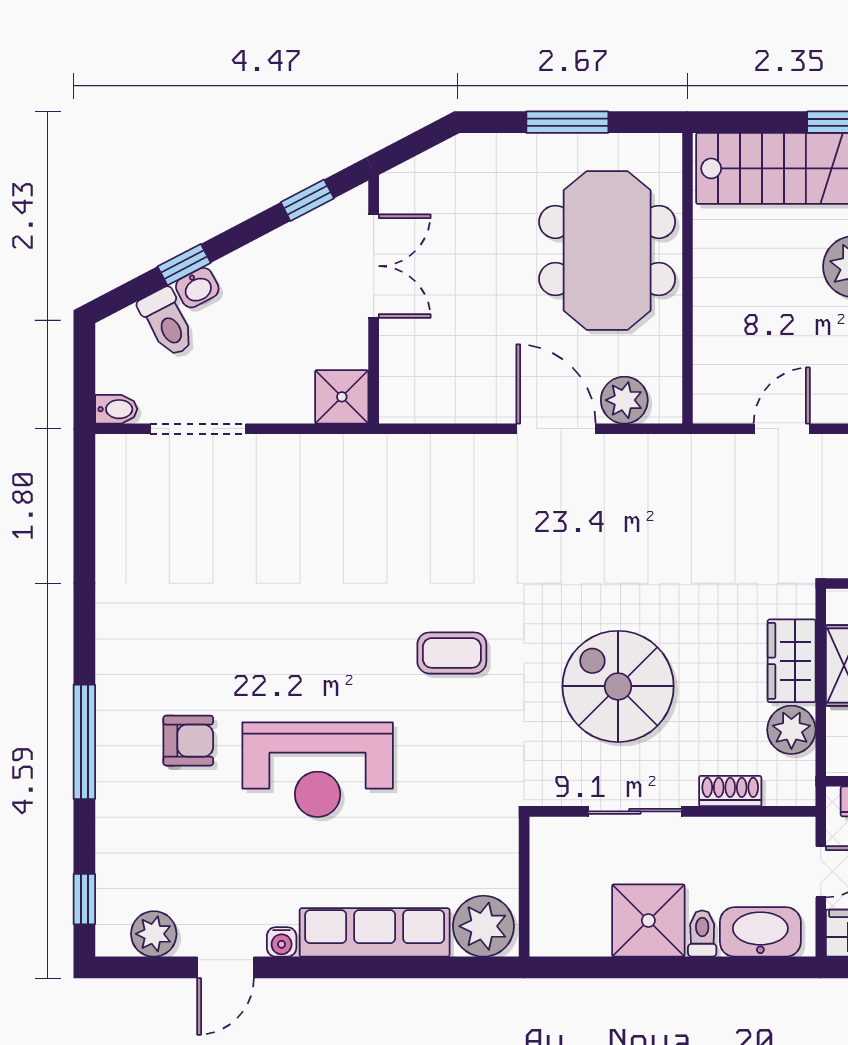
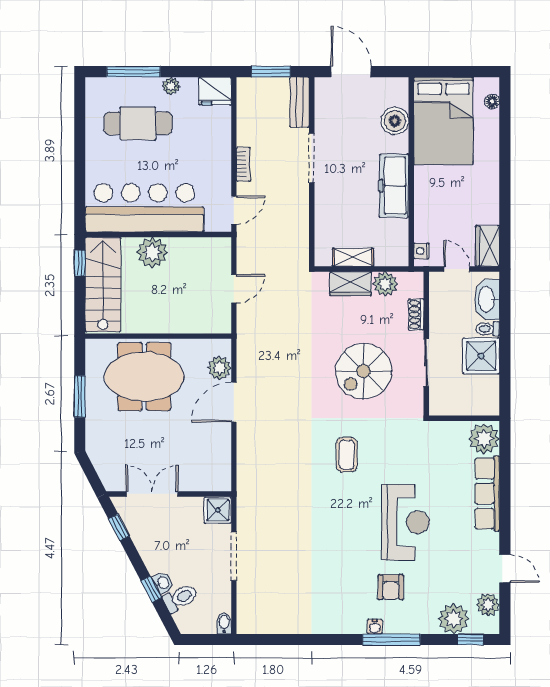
doorway: (198, 429) -> (234, 556), moved
door: (782, 429) -> (234, 289), swing flipped
armchair: (188, 741) -> (391, 587), turned 180
plant: (125, 866) -> (454, 619), added
water cooler: (282, 942) -> (375, 627), moved, turned 90

